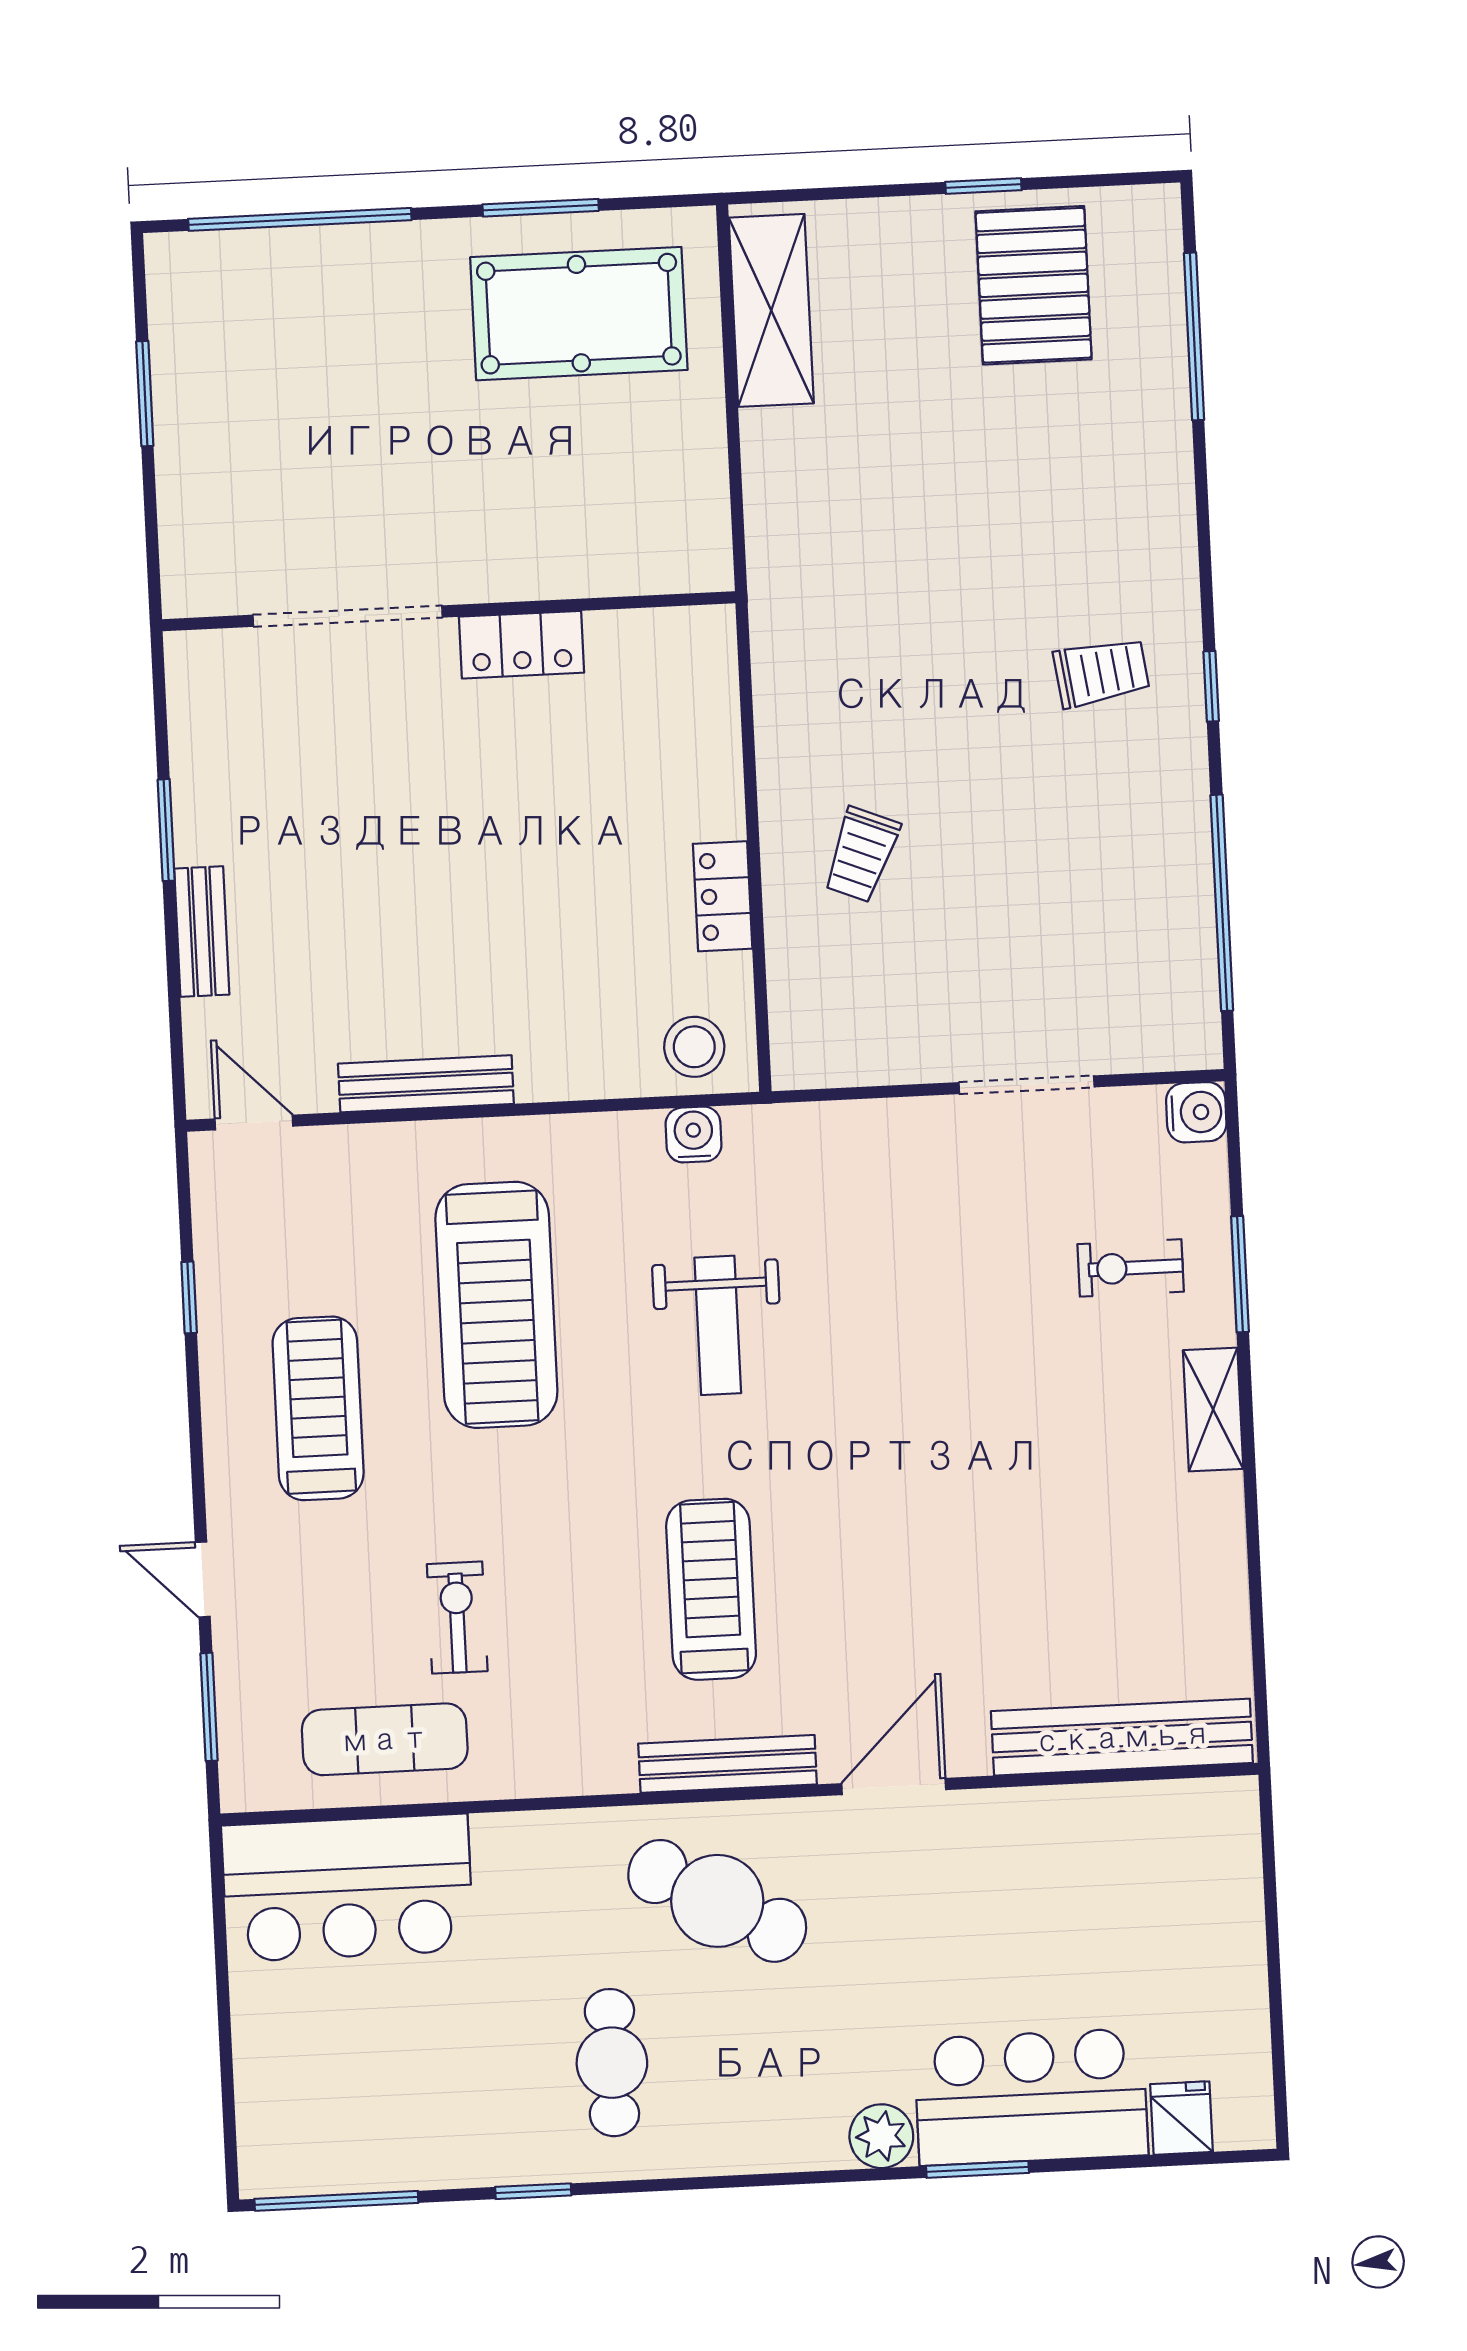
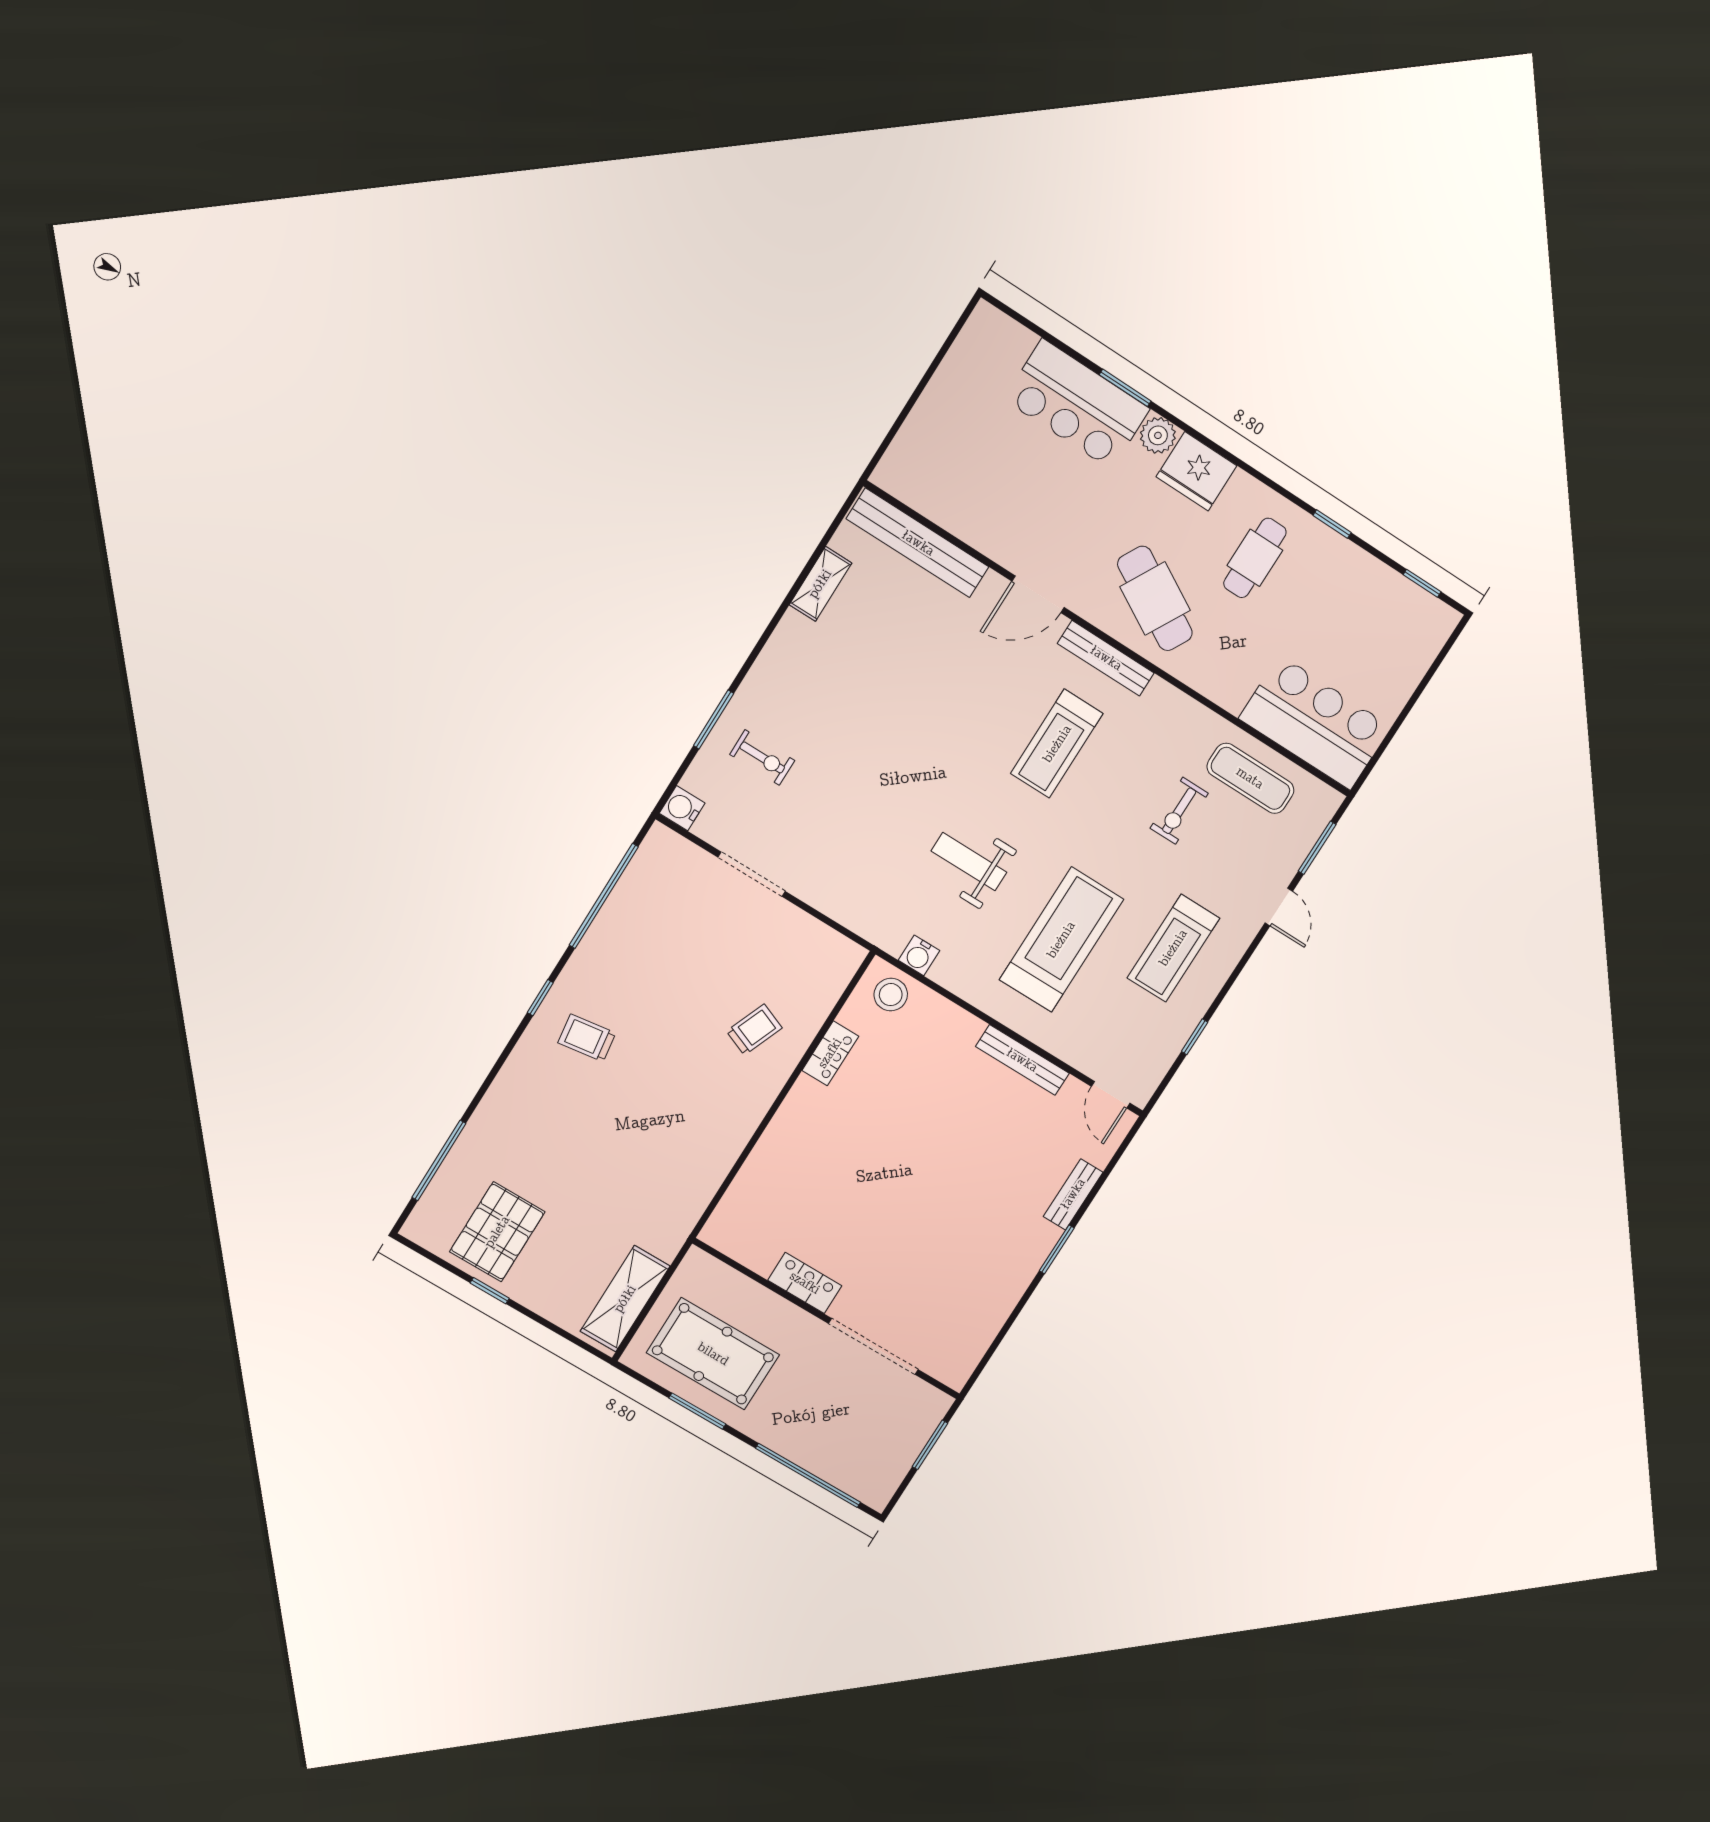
wall: (449, 611) -> (827, 1319), moved
doorway: (348, 616) -> (873, 1346), moved
locker: (522, 645) -> (805, 1283), moved
weight bench: (718, 1325) -> (969, 862), turned -90
shelving: (1213, 1409) -> (820, 584), moved
fridge: (1181, 2118) -> (1196, 471), moved, width x1.88, depth x1.34
window: (336, 2201) -> (1422, 583), width x0.46

